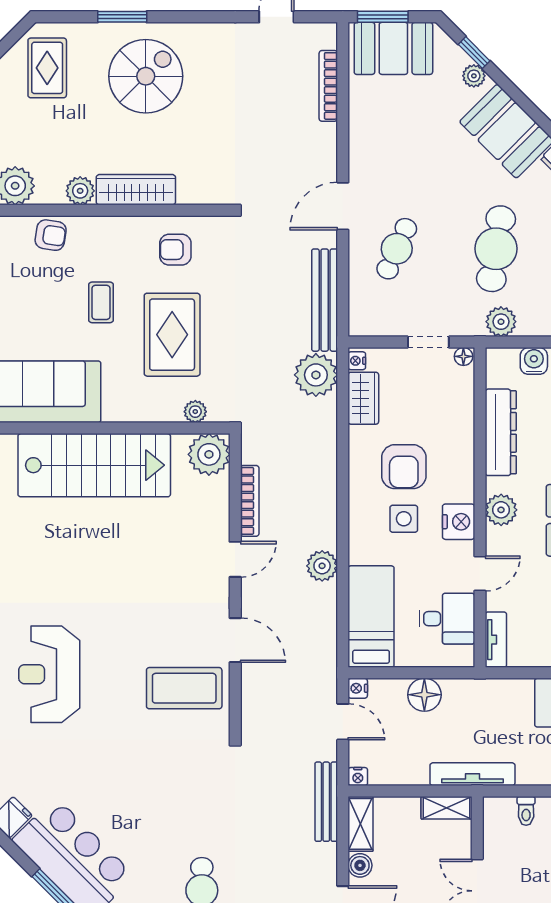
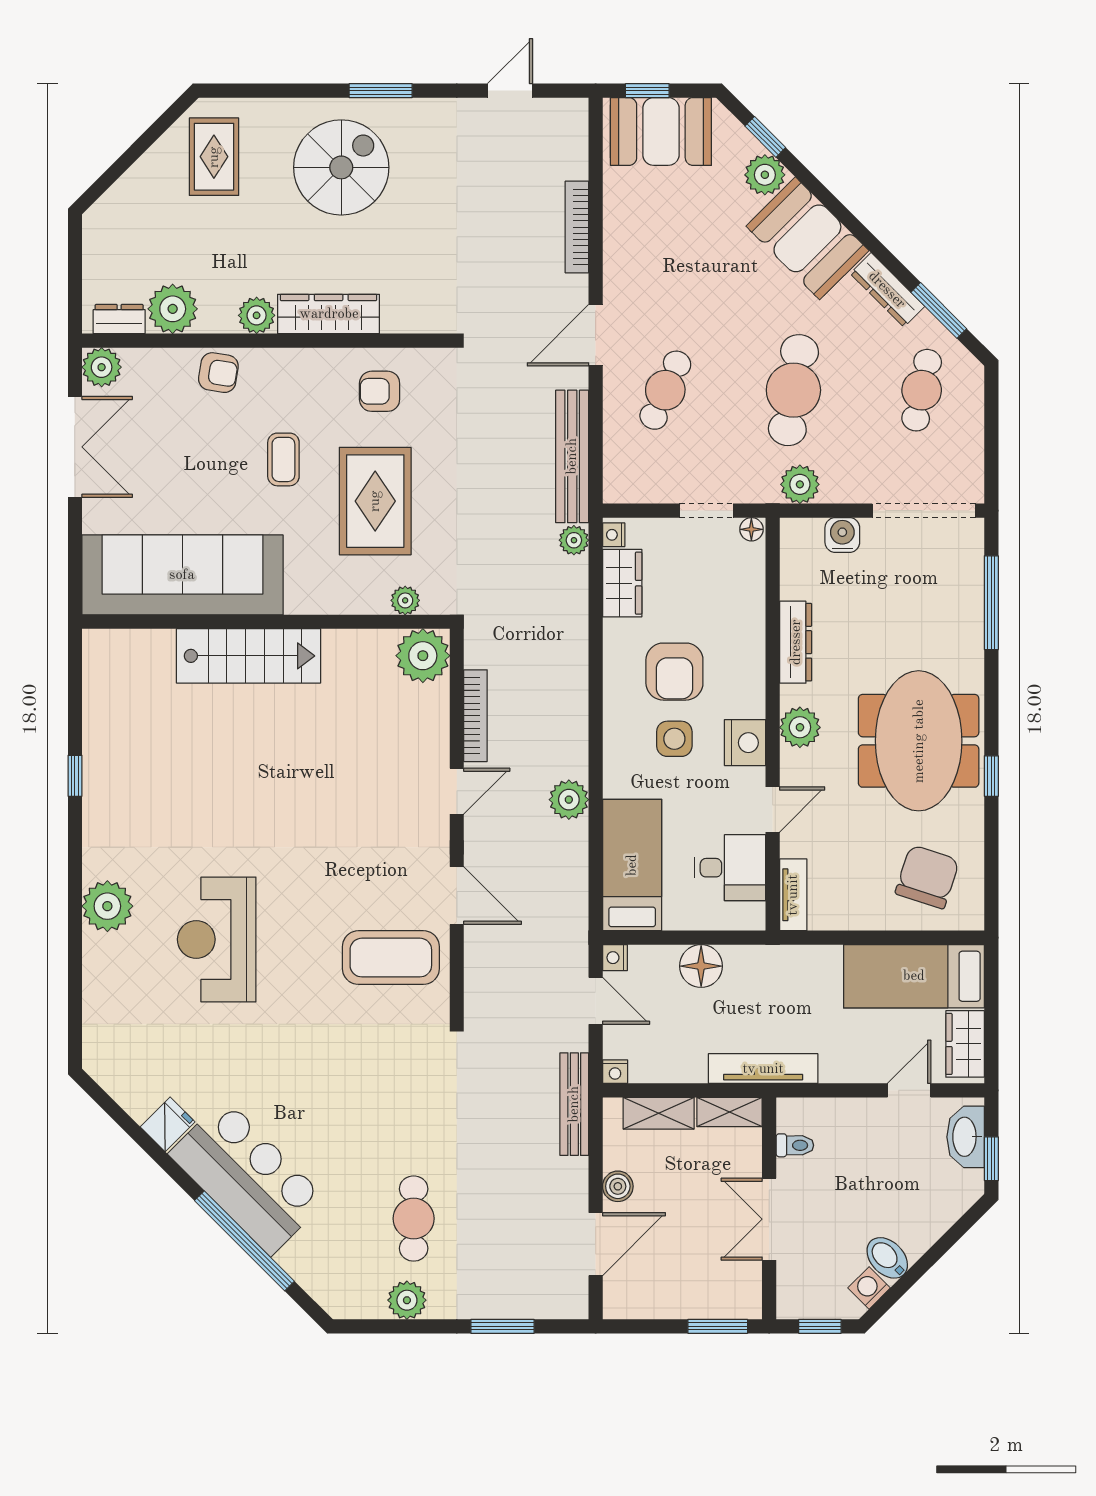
window: (122, 17) -> (381, 91), moved
window: (383, 17) -> (647, 91), width x0.67
plant: (474, 76) -> (765, 175), width x1.38, depth x1.38
bookcase: (328, 86) -> (577, 227), moved
plant: (316, 375) -> (574, 540), width x0.53, depth x0.53
dresser: (501, 432) -> (796, 642), width x0.73, depth x0.80
stairs: (94, 465) -> (248, 656), width x0.73, depth x0.66
toilet: (526, 811) -> (795, 1145), moved, turned -90
shelving: (361, 824) -> (659, 1113), moved, turned 90

